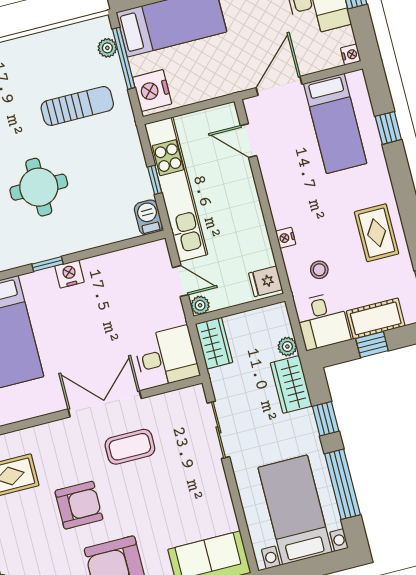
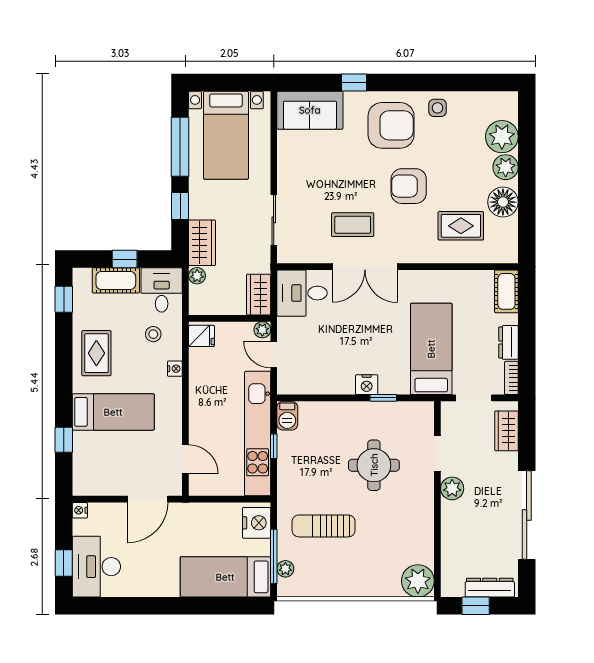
bed: (335, 123) -> (113, 412), moved, turned 90

